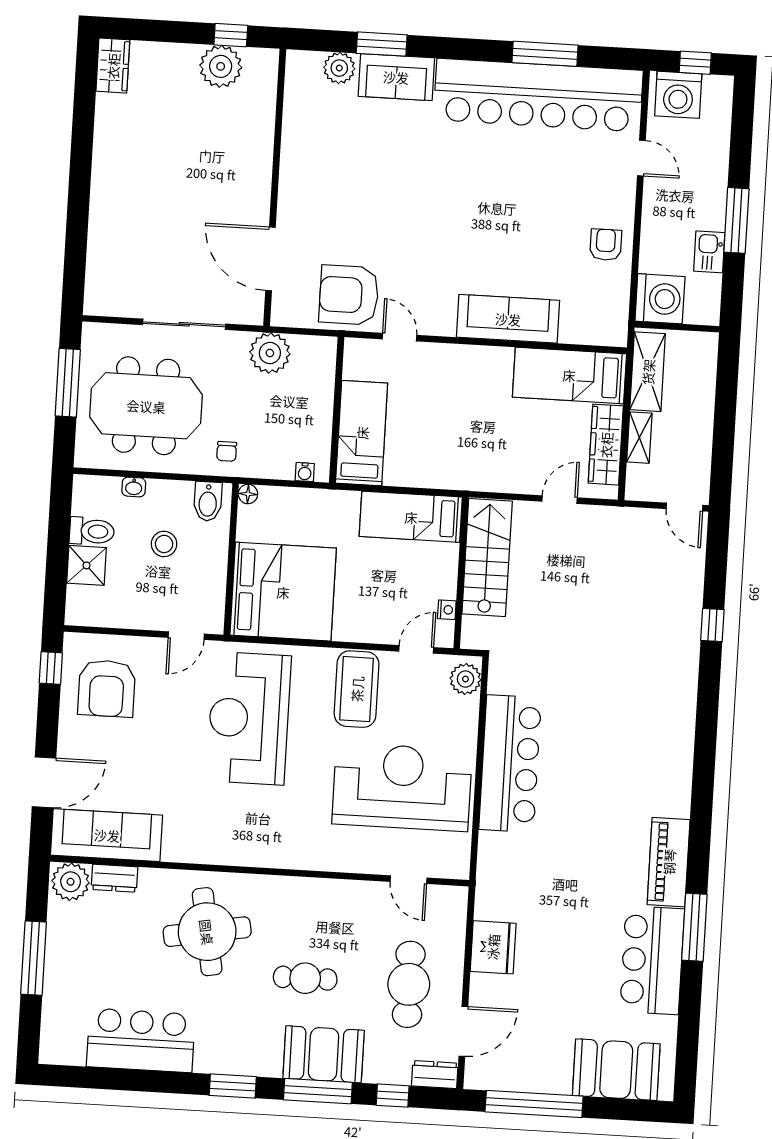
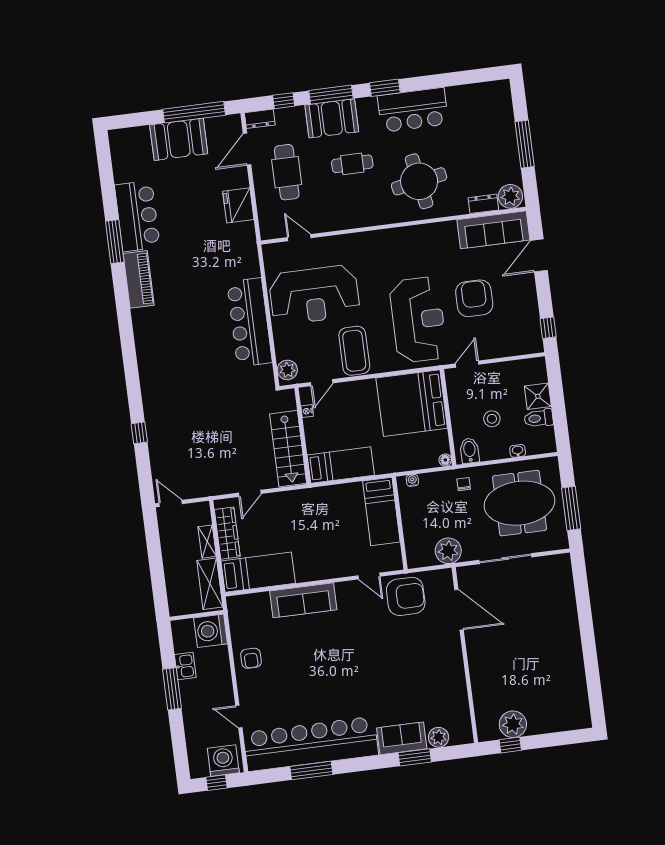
wardrobe: (113, 66) -> (581, 712), removed
armchair: (107, 688) -> (474, 298), moved
bar counter: (141, 1040) -> (413, 110), moved
booth: (616, 1070) -> (179, 139), moved

